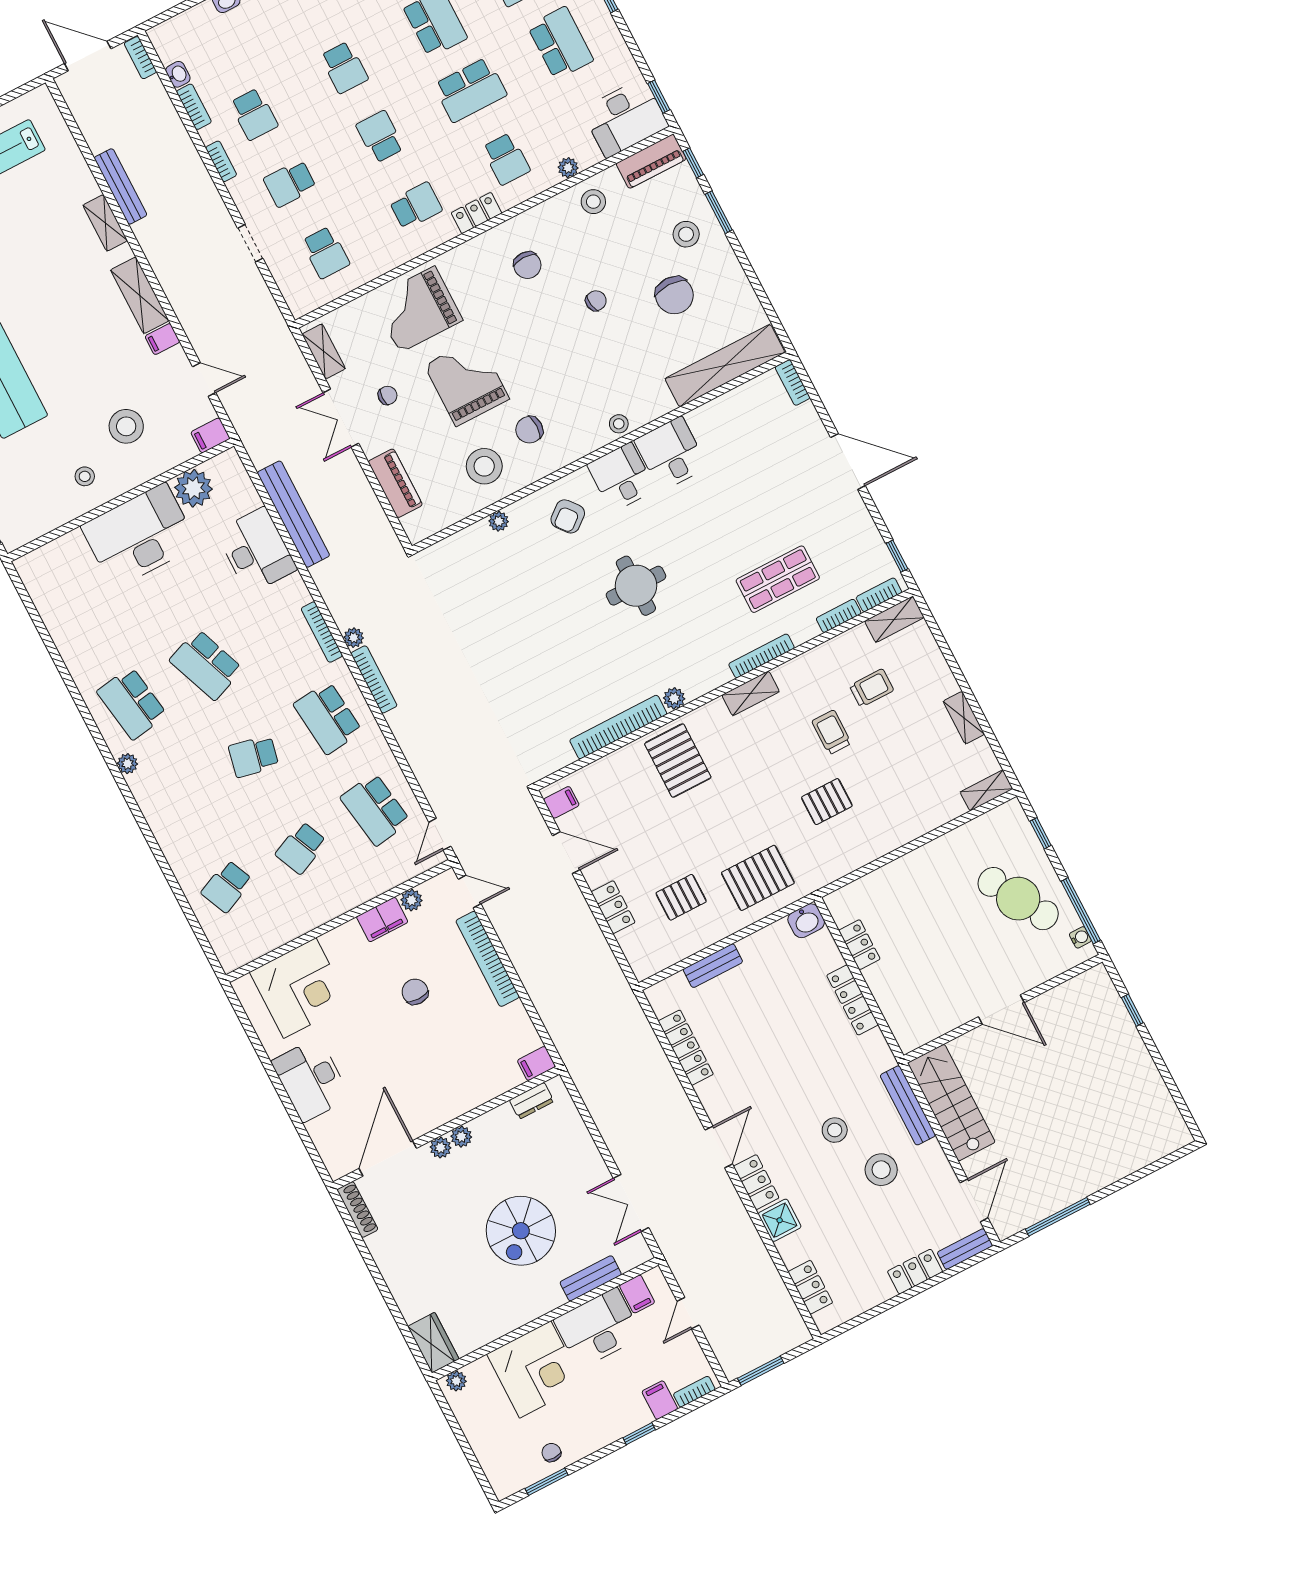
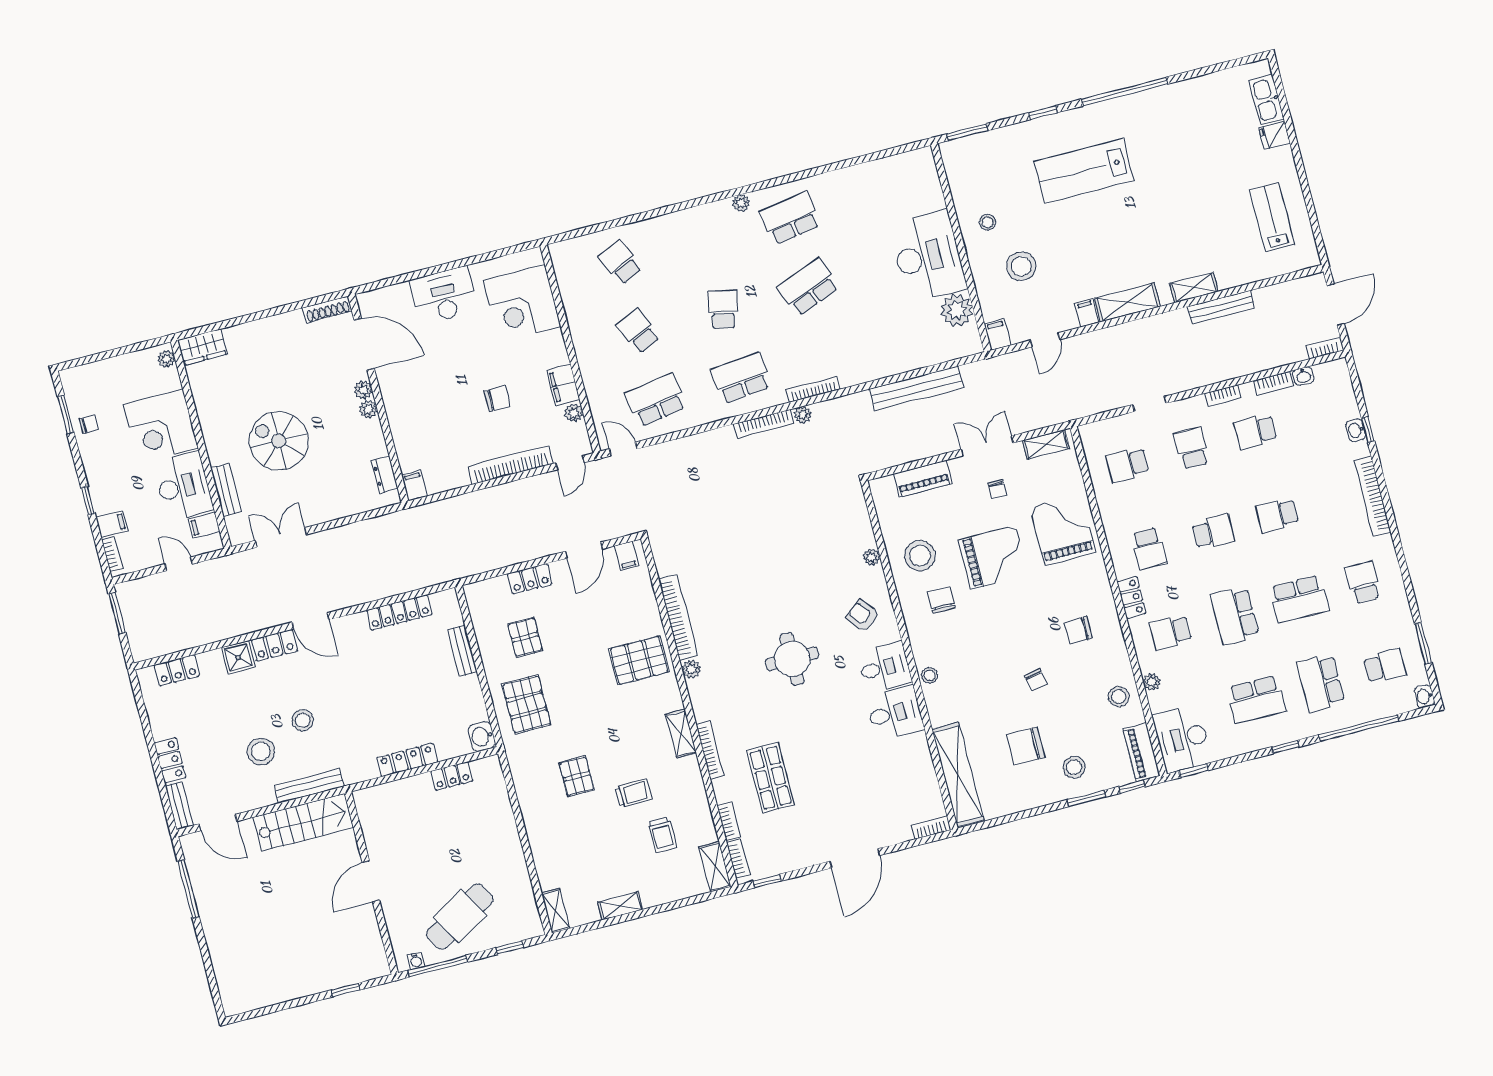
desk: (256, 551) -> (893, 351), removed

